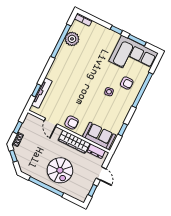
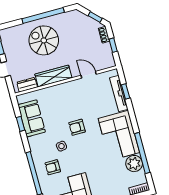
corner sofa: (66, 66) -> (119, 135), added
armchair: (72, 123) -> (77, 127), moved
sofa: (99, 136) -> (32, 118), moved, turned -90

